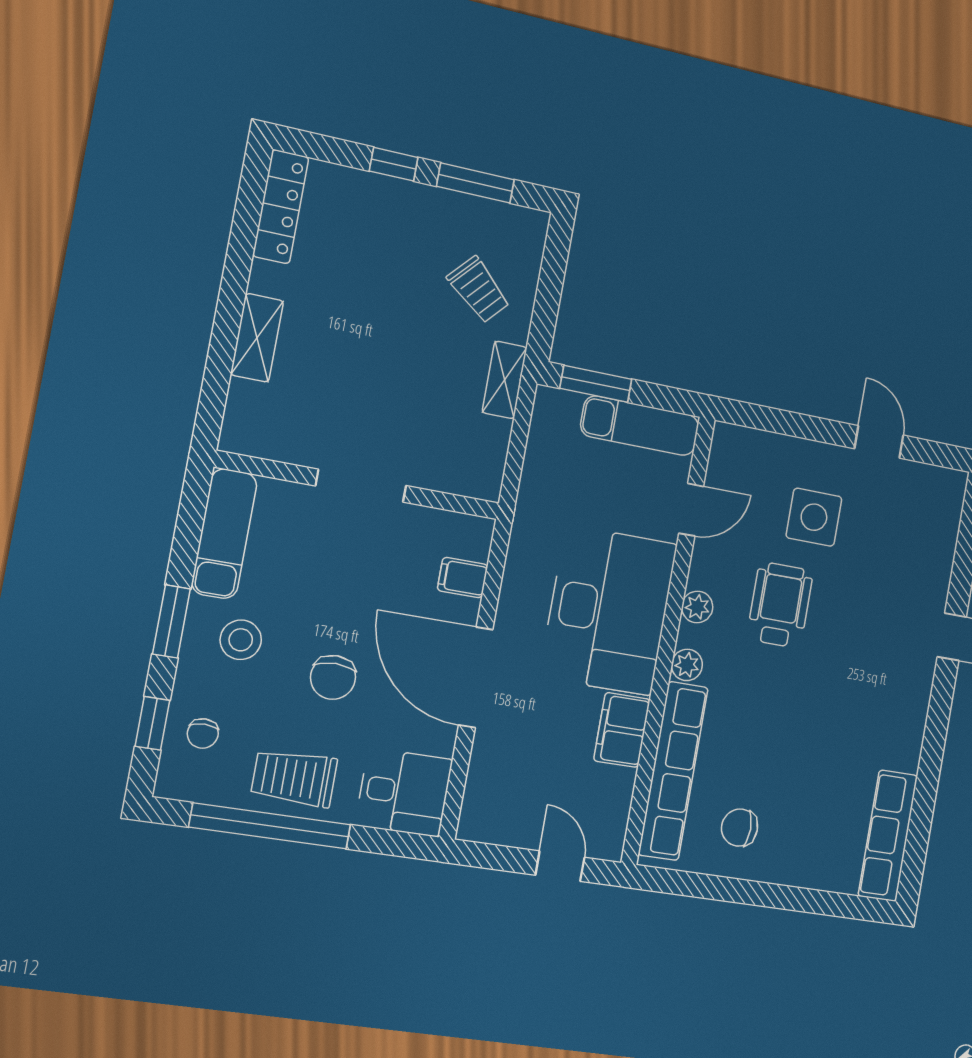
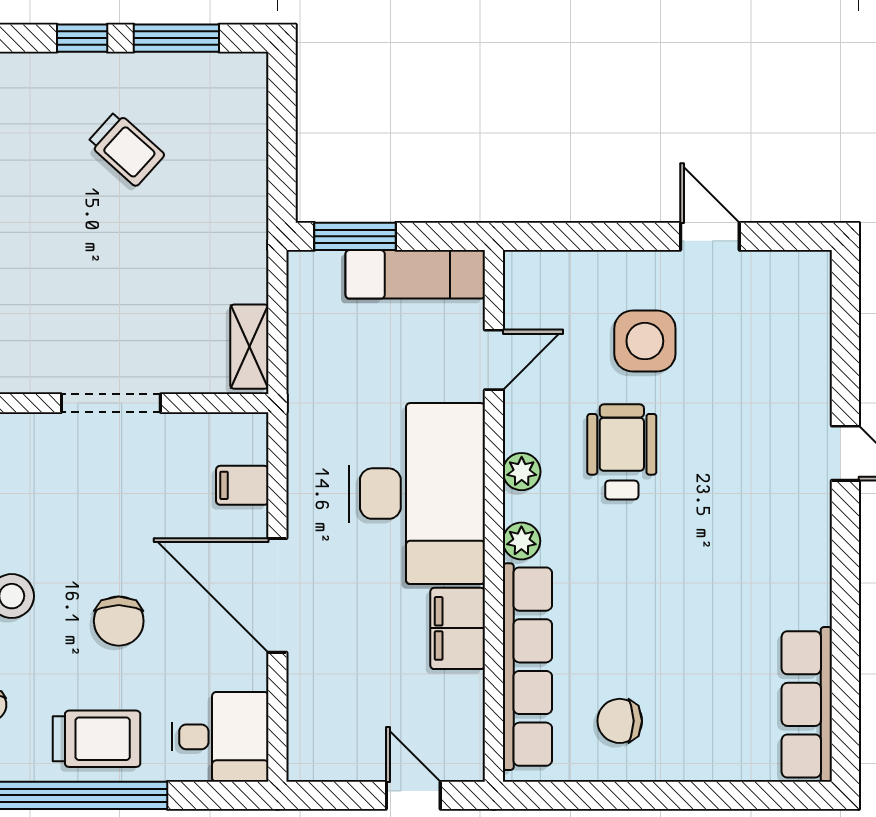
trolley: (479, 290) -> (126, 149), moved
shelving: (505, 380) -> (249, 347), moved
trolley: (294, 778) -> (97, 739), turned 180

